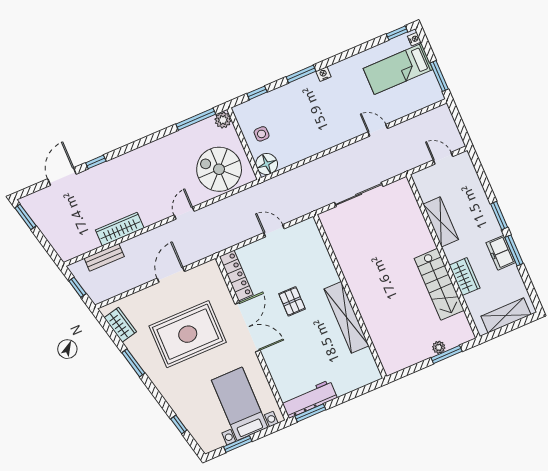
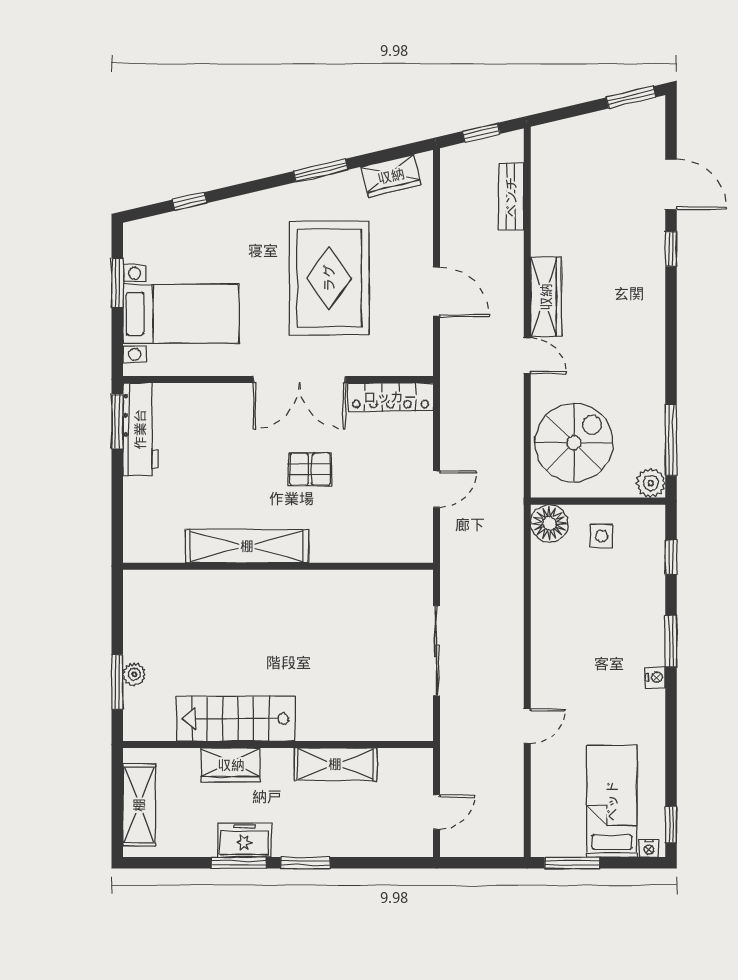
wardrobe: (120, 229) -> (546, 297), moved

